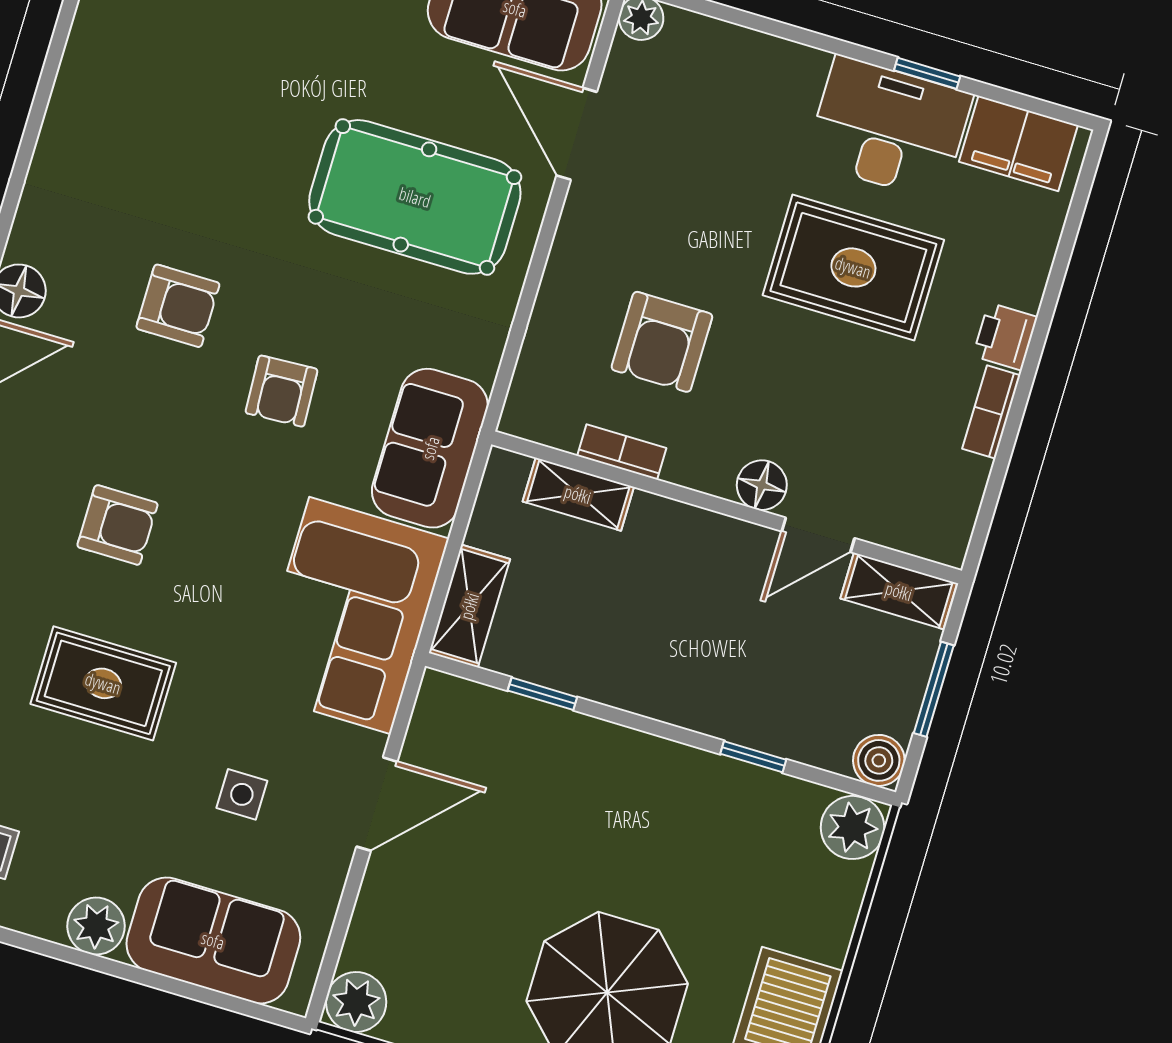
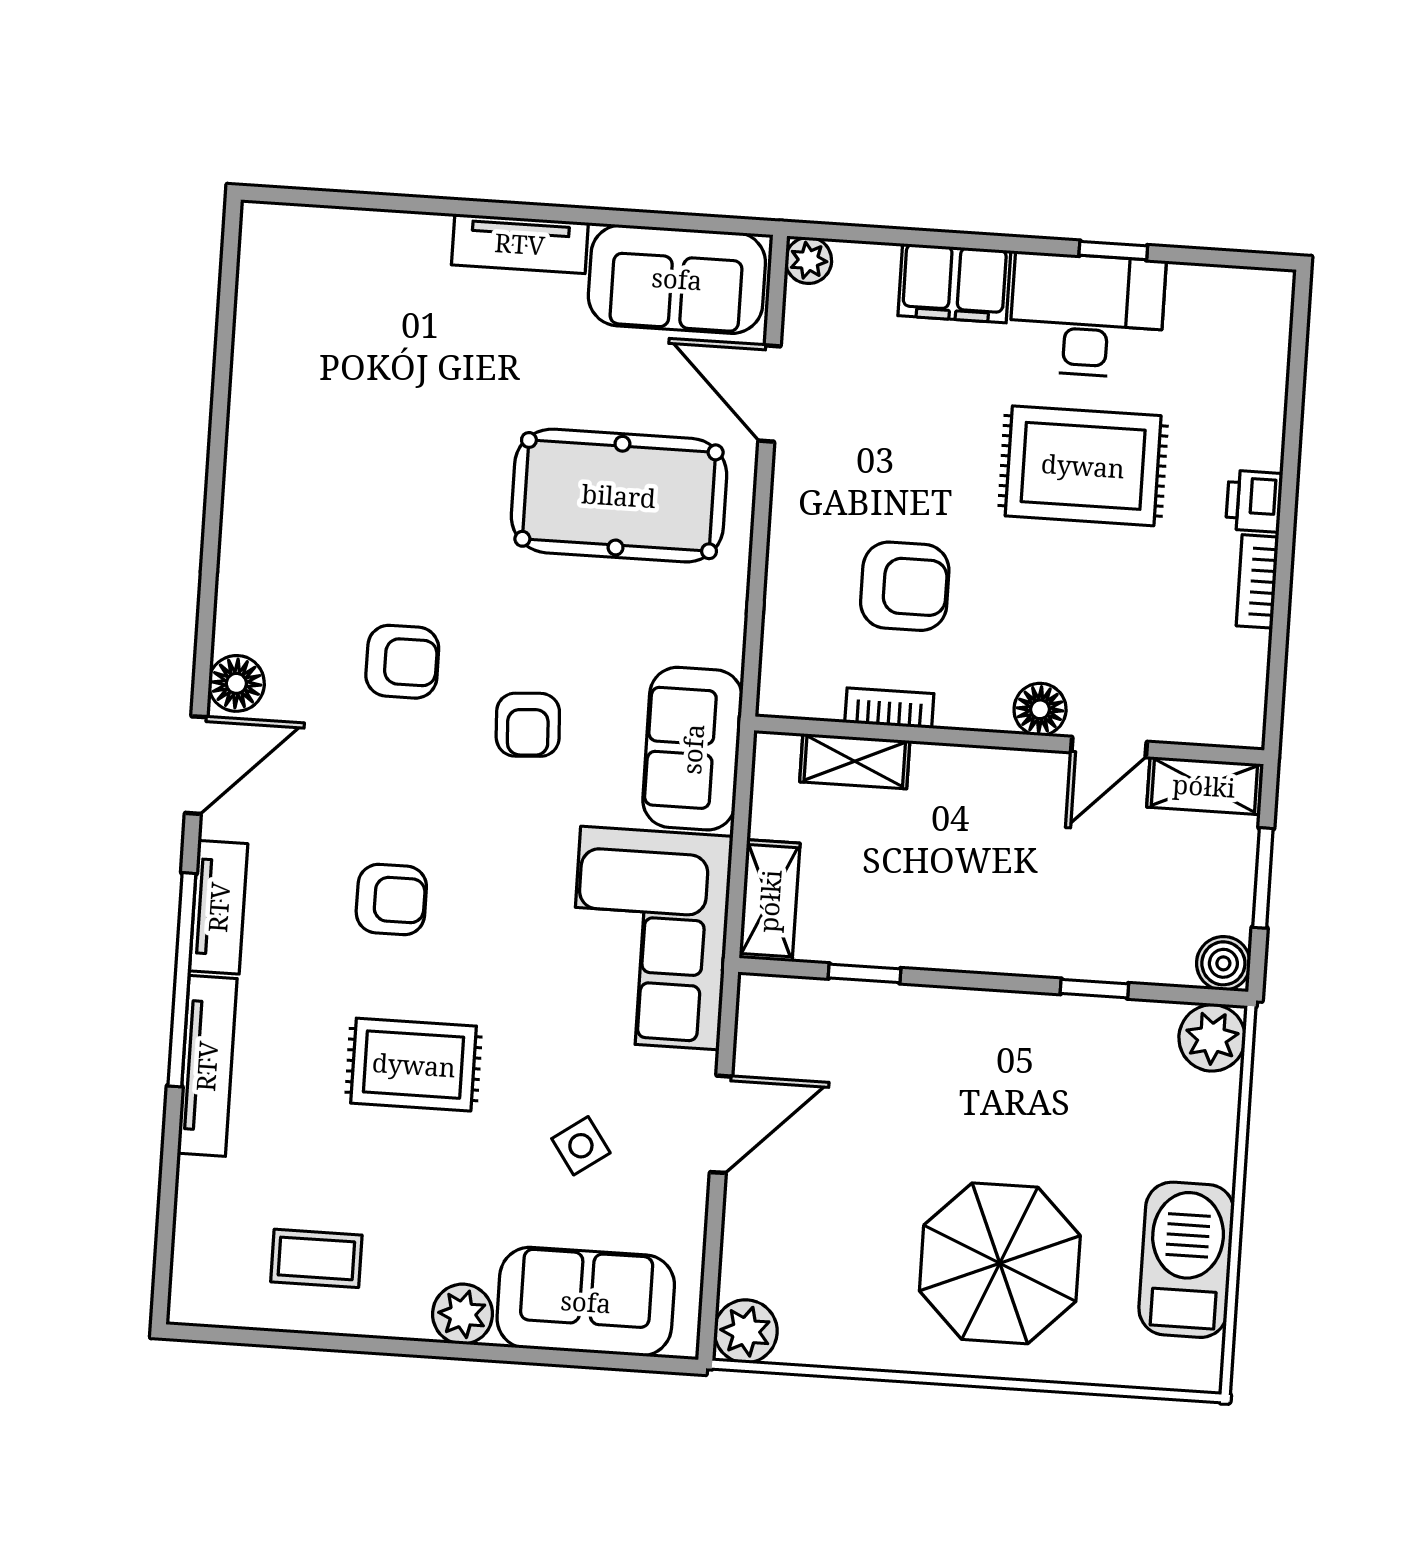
filing cabinet: (1018, 143) -> (954, 283), moved
armchair: (662, 342) -> (905, 586), turned -90
side table: (242, 794) -> (581, 1146), turned -35

